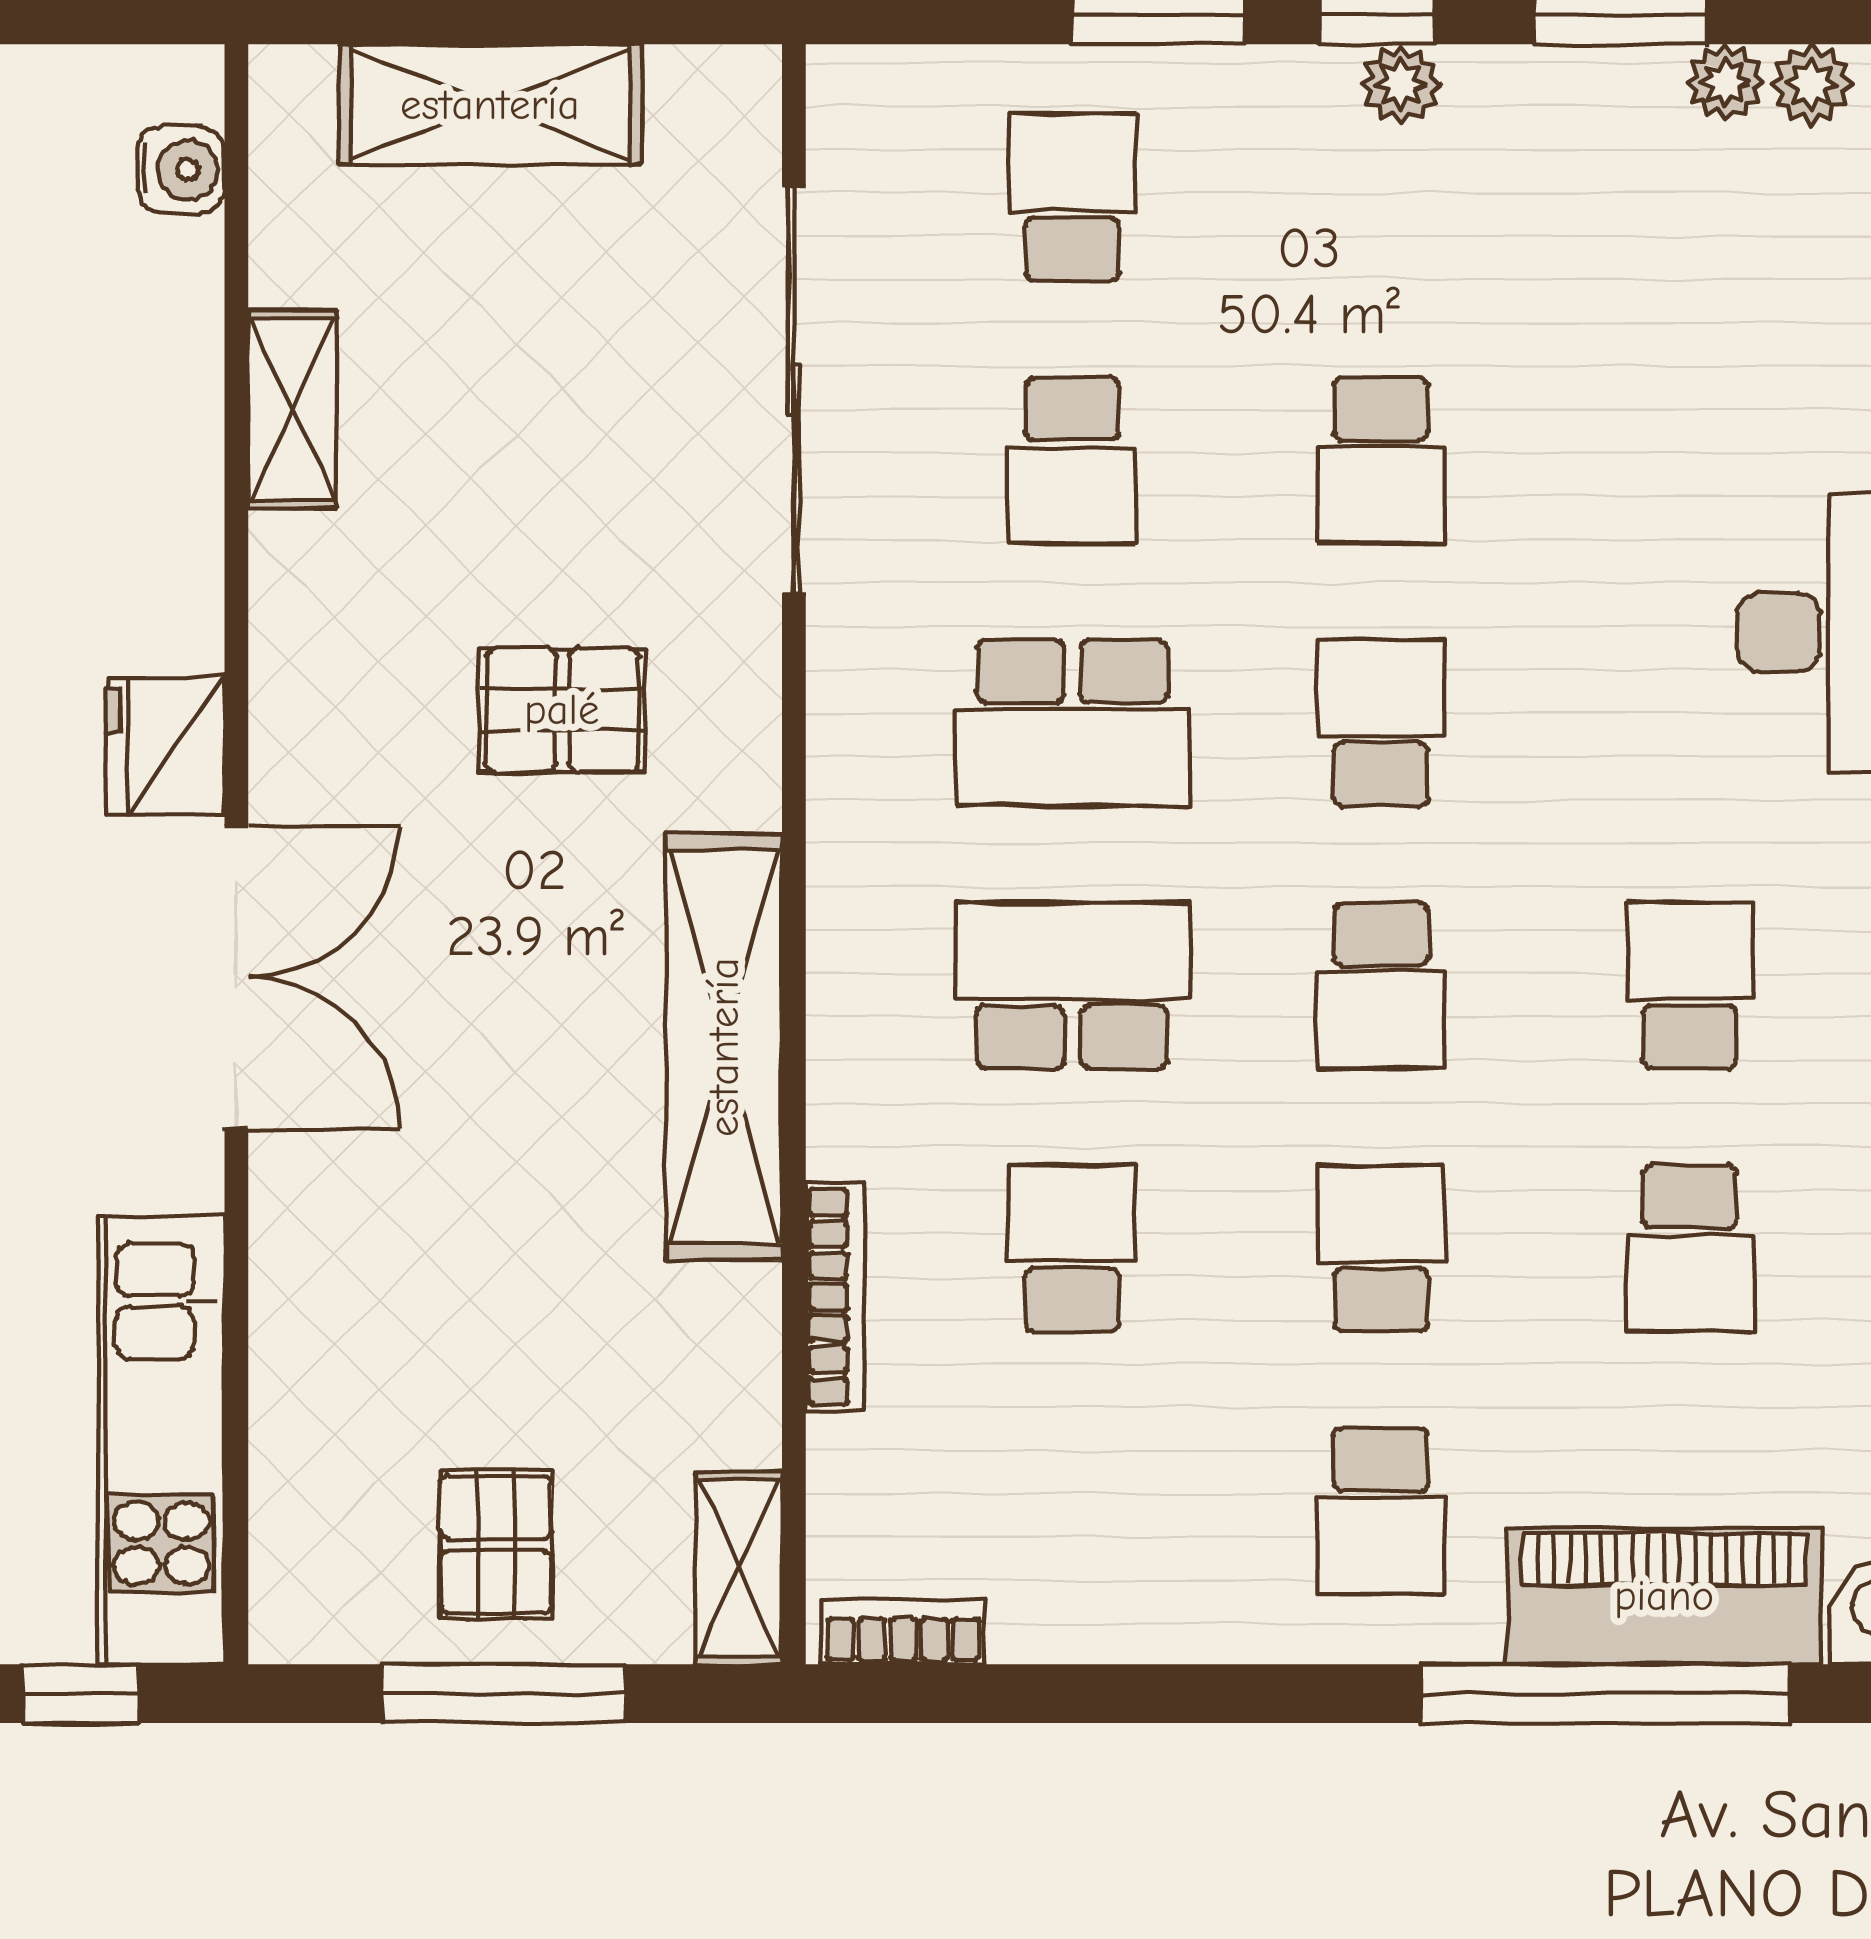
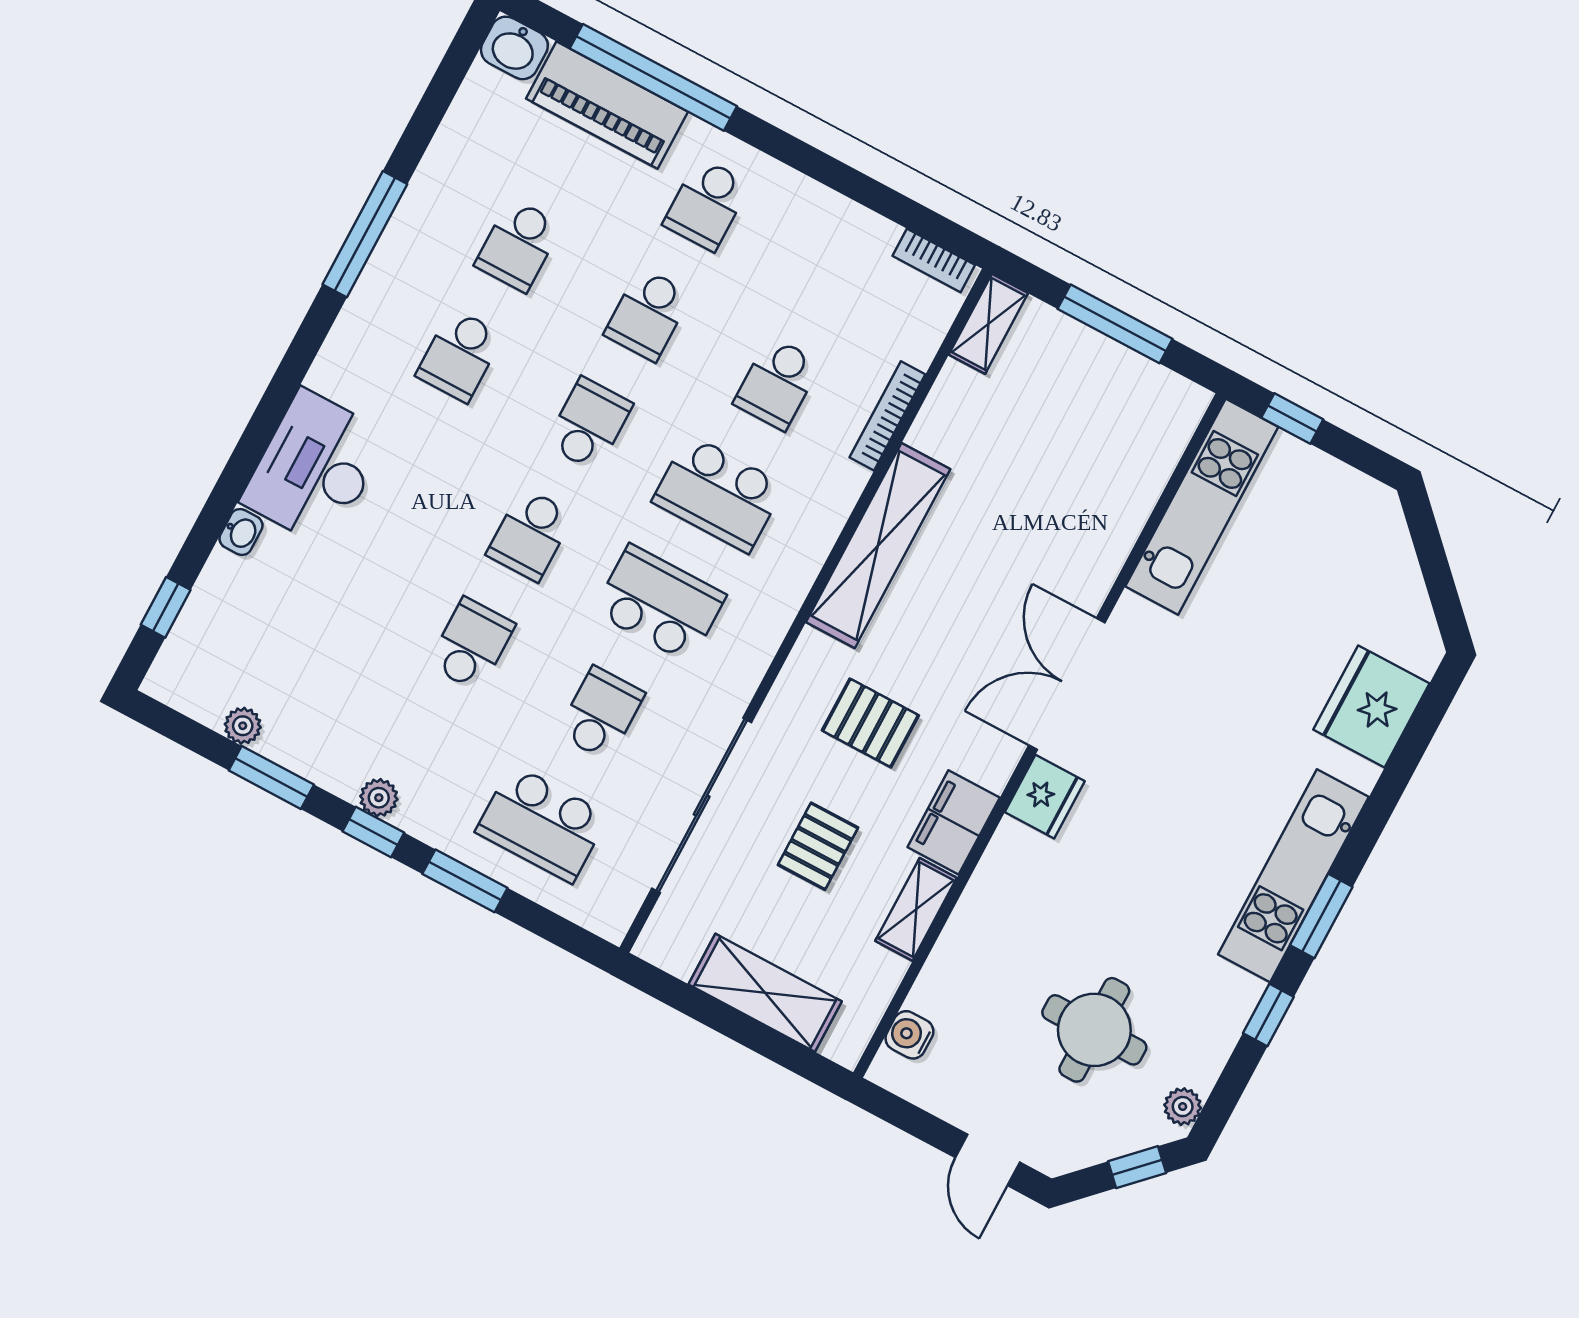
plant: (1812, 85) -> (207, 705), removed
school desk: (1072, 198) -> (542, 824), width x1.85
filing cabinet: (309, 608) -> (954, 822), added
school desk: (1690, 1248) -> (518, 245), turned 180
school desk: (1381, 1511) -> (707, 204), turned 180
pallet: (496, 1545) -> (818, 846), moved

